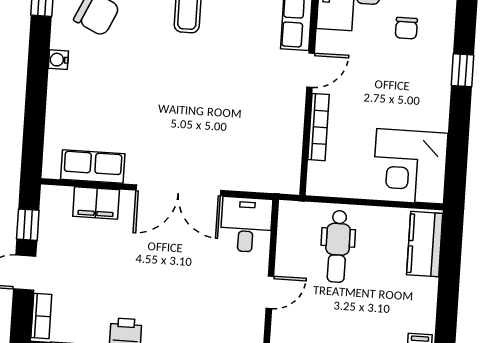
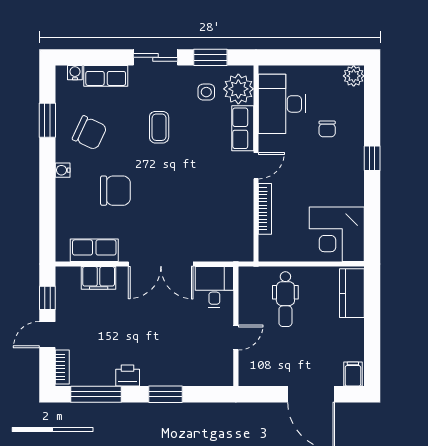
chair: (125, 91) -> (115, 191), added

